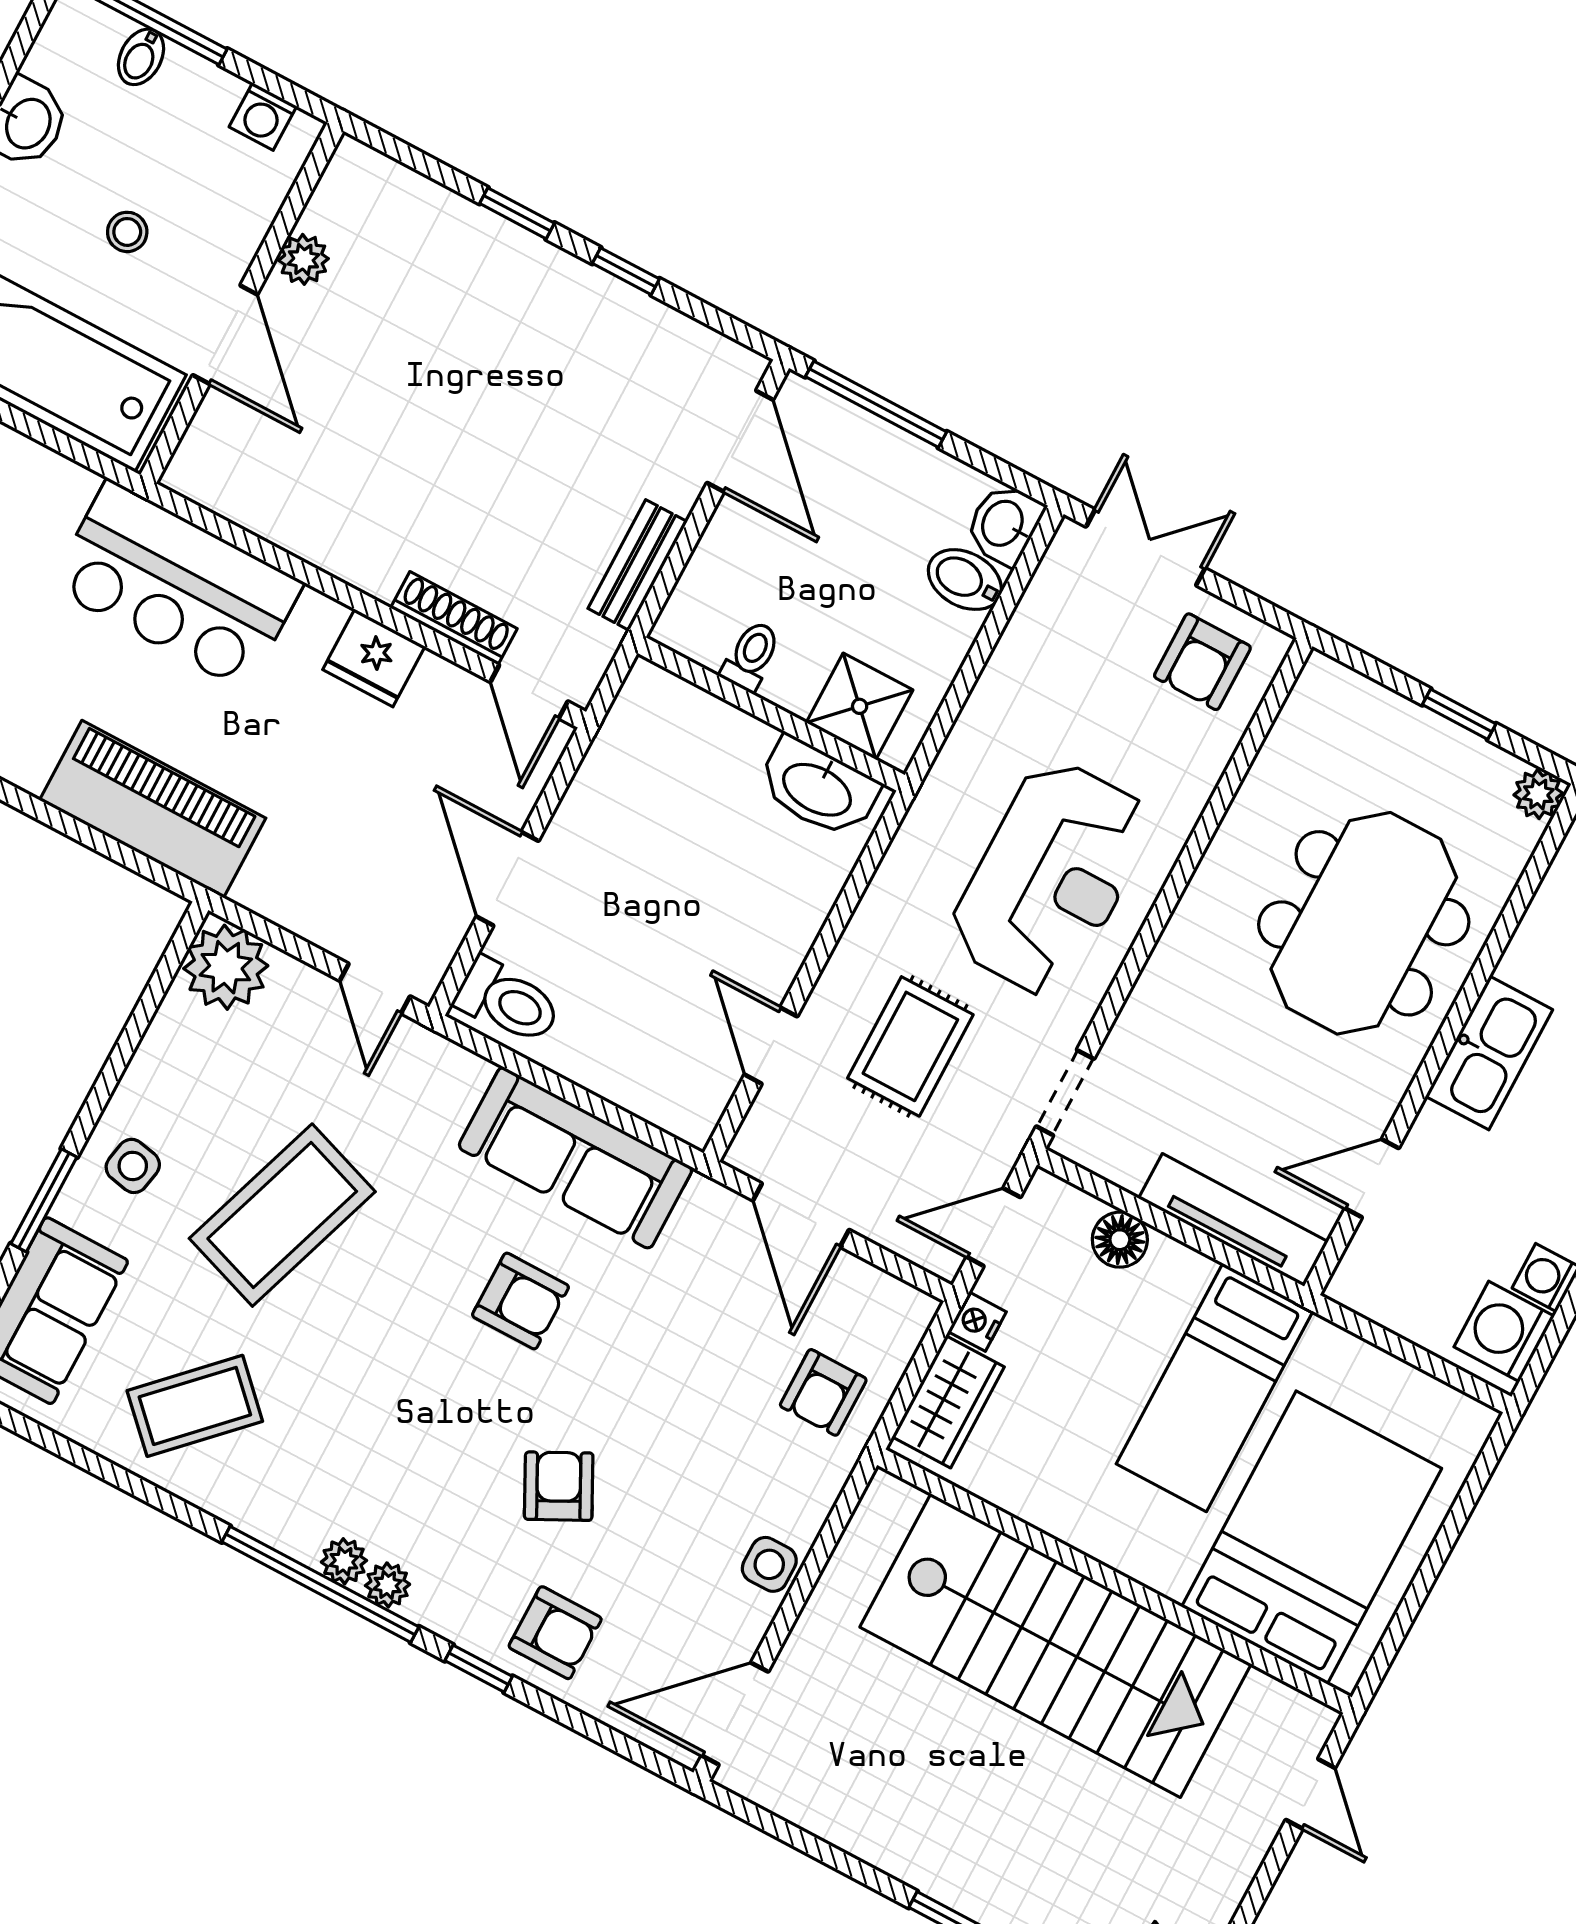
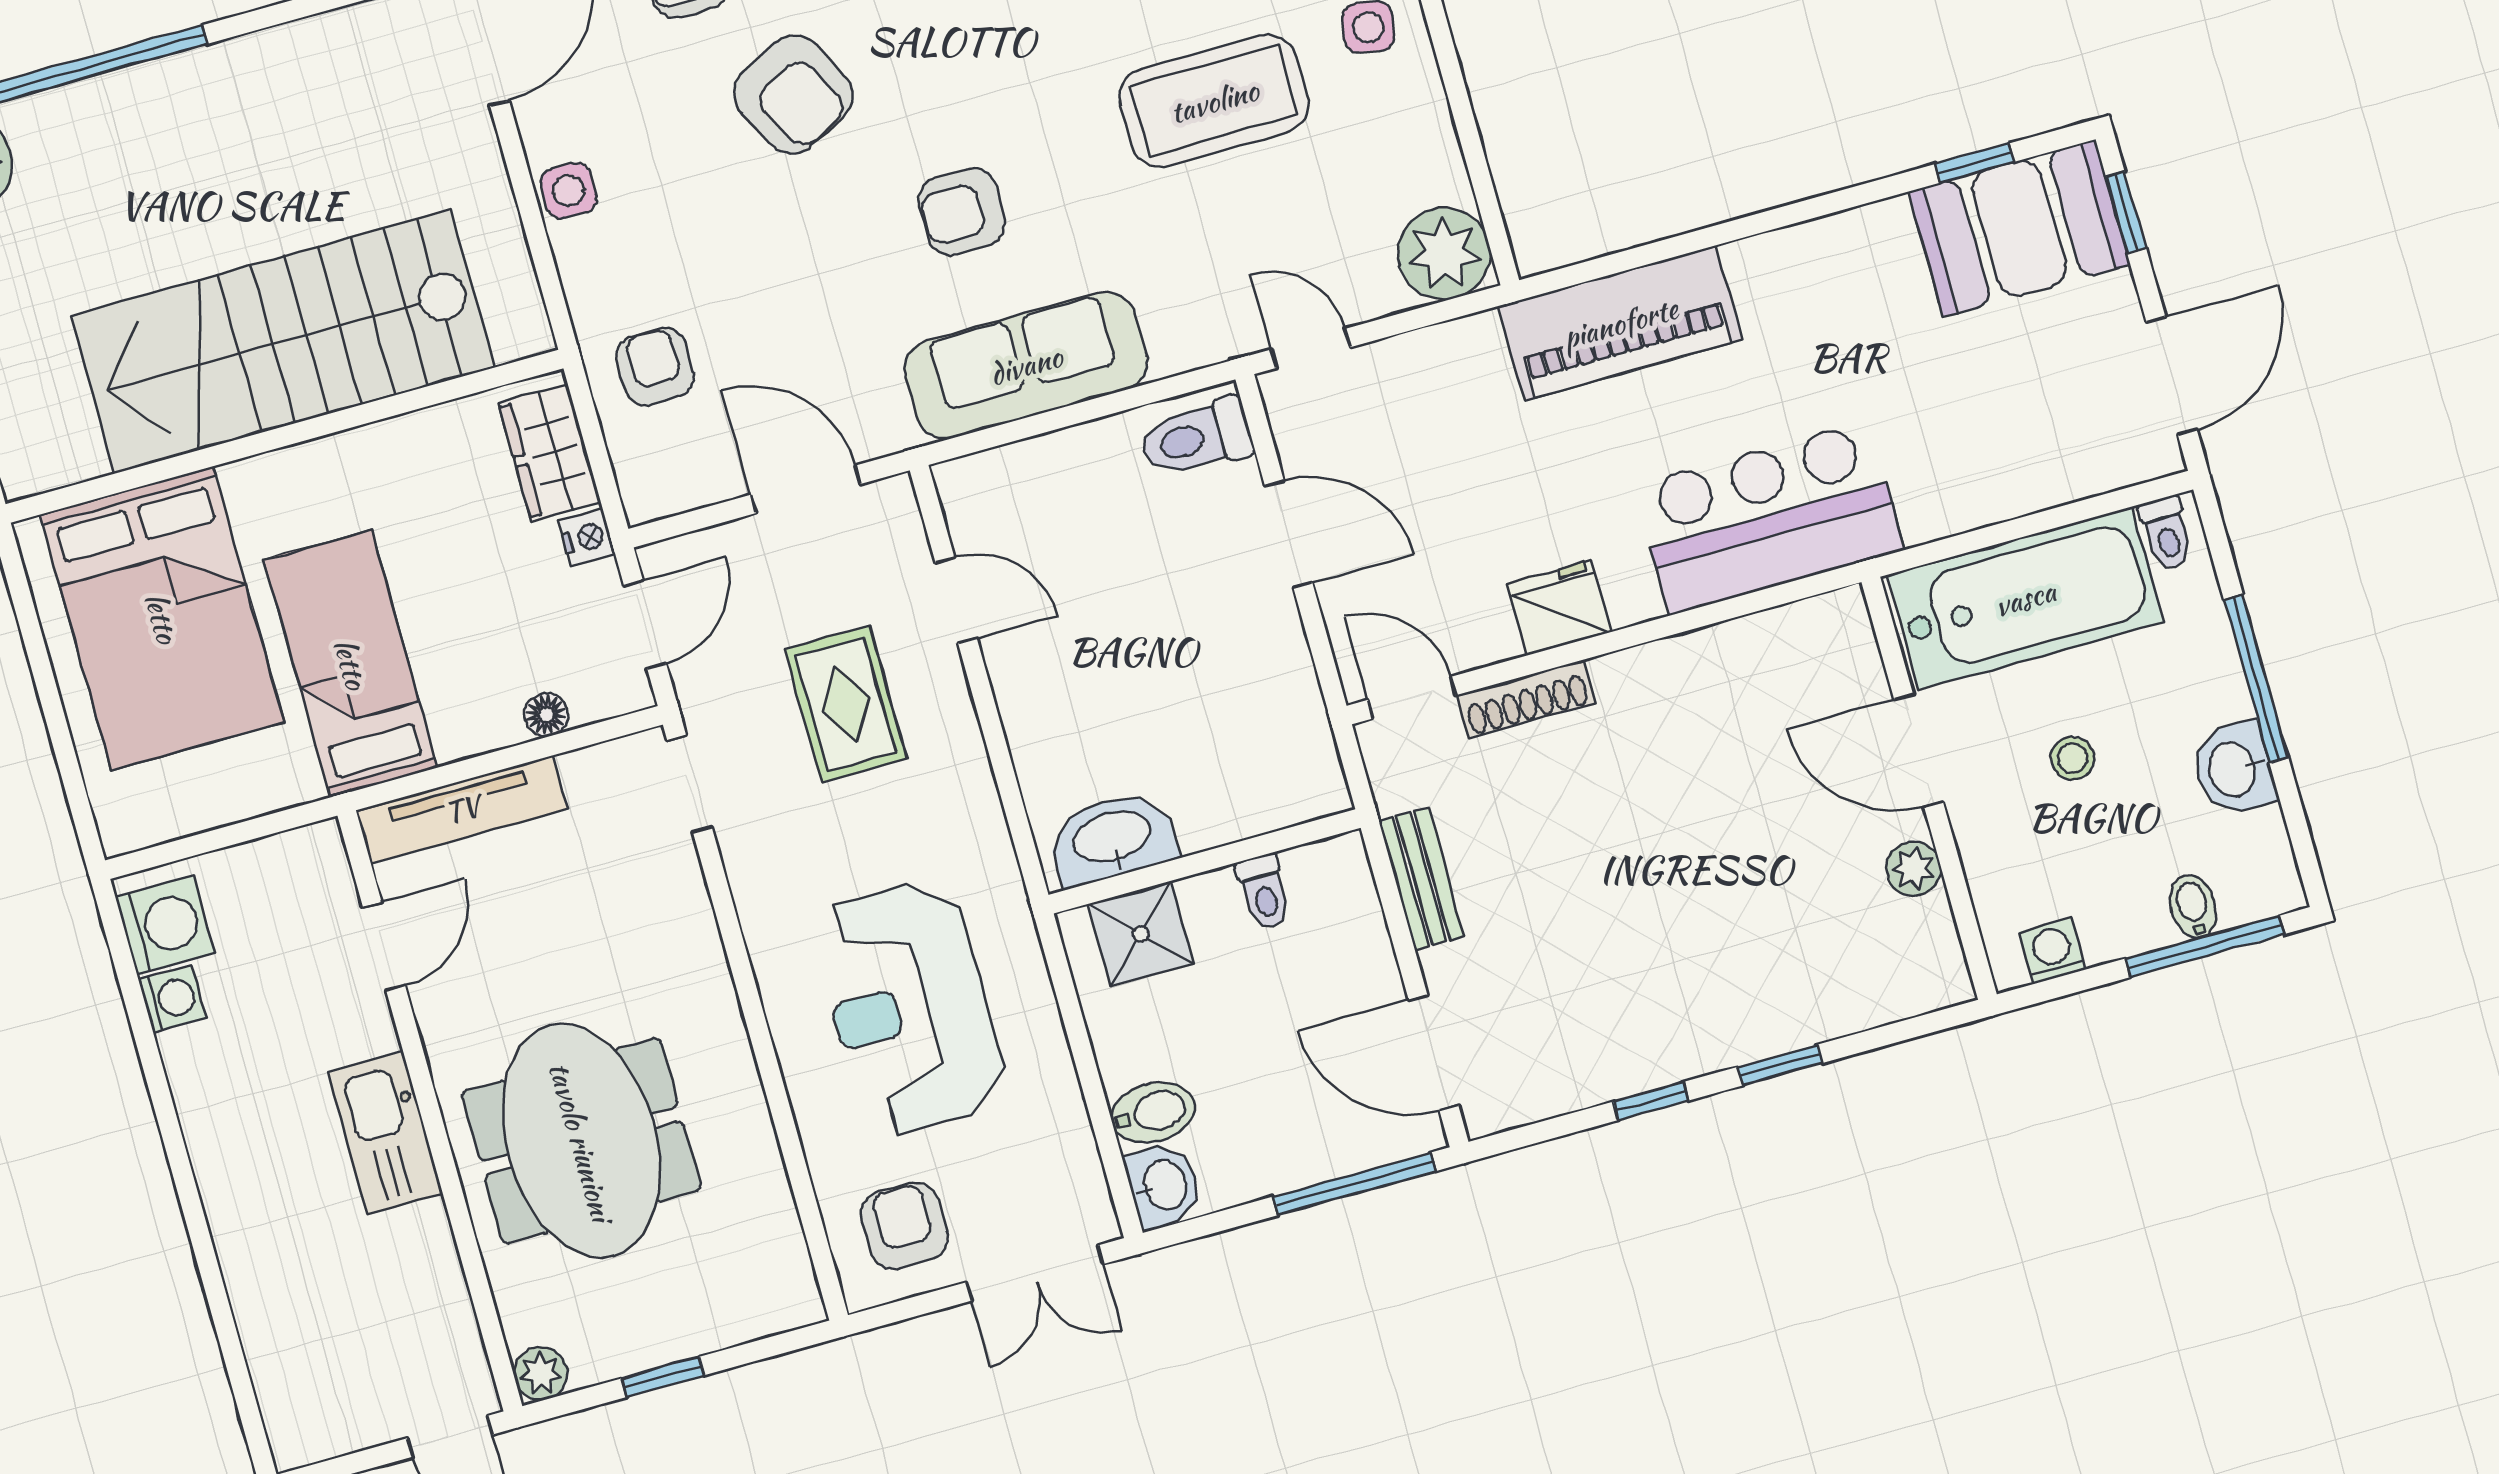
reception desk: (1051, 878) -> (909, 1008), moved
coffee table: (282, 1215) -> (1214, 101), turned 71
floor lamp: (1120, 1240) -> (546, 715), width x0.73, depth x0.73
armchair: (559, 1486) -> (793, 94), width x1.38, depth x1.38

